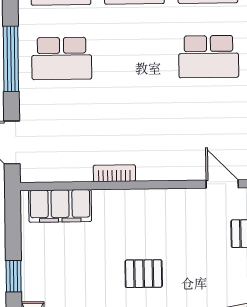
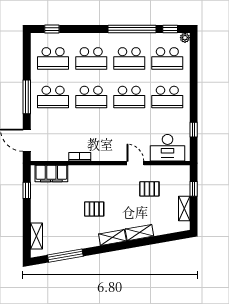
school desk: (135, 58) -> (91, 97), added
window: (14, 276) -> (27, 190), moved

